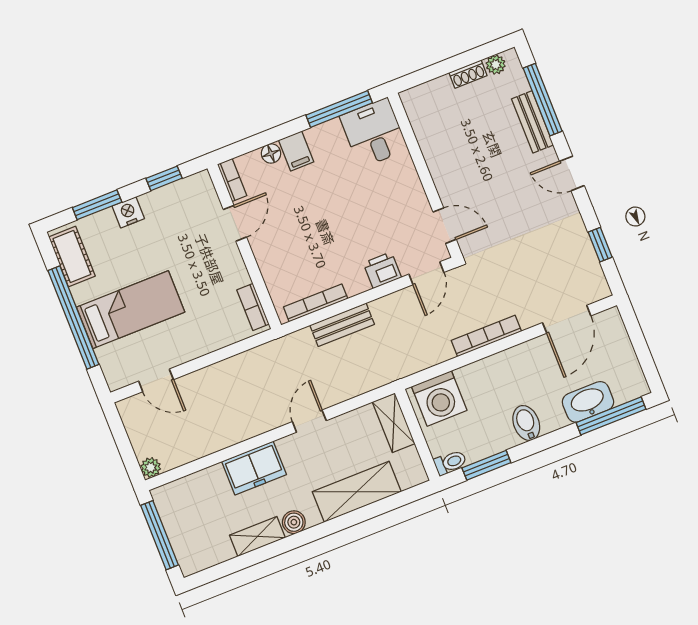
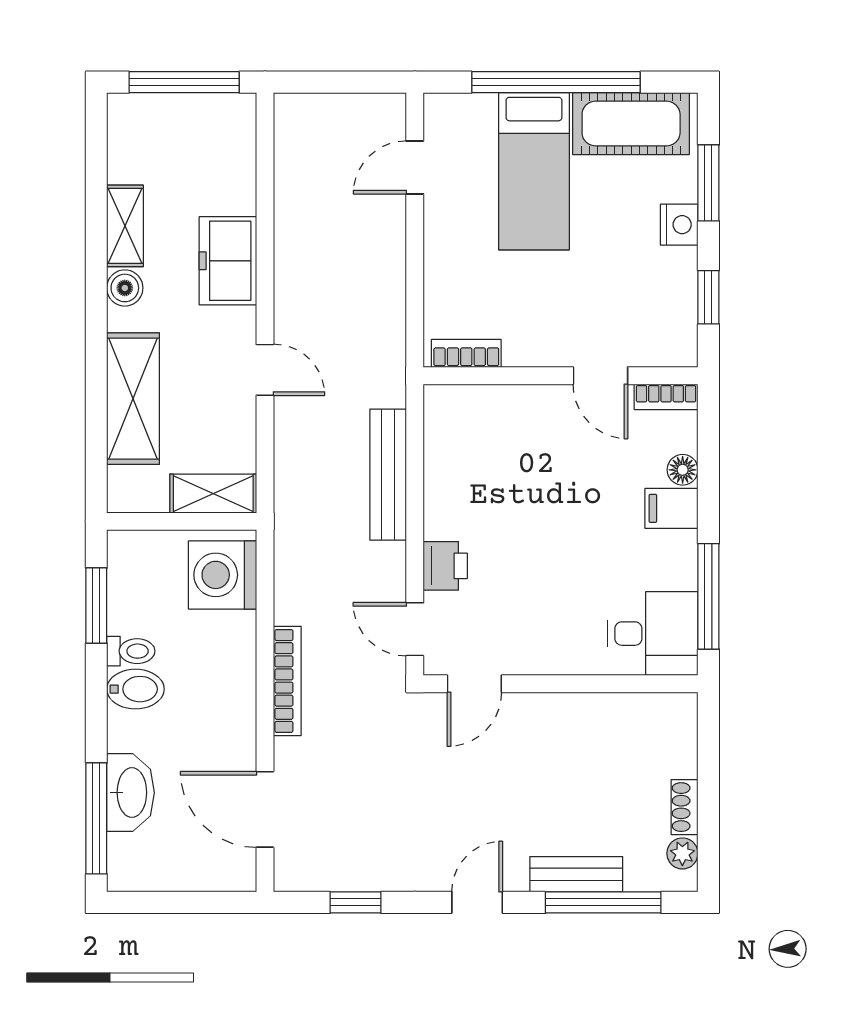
cot: (72, 257) -> (631, 124), width x1.37, depth x1.34
bookcase: (316, 303) -> (436, 448), removed
bench: (342, 325) -> (388, 475), width x1.36
toilet: (450, 462) -> (131, 651), moved, turned -90
plant: (151, 467) -> (289, 109), removed

